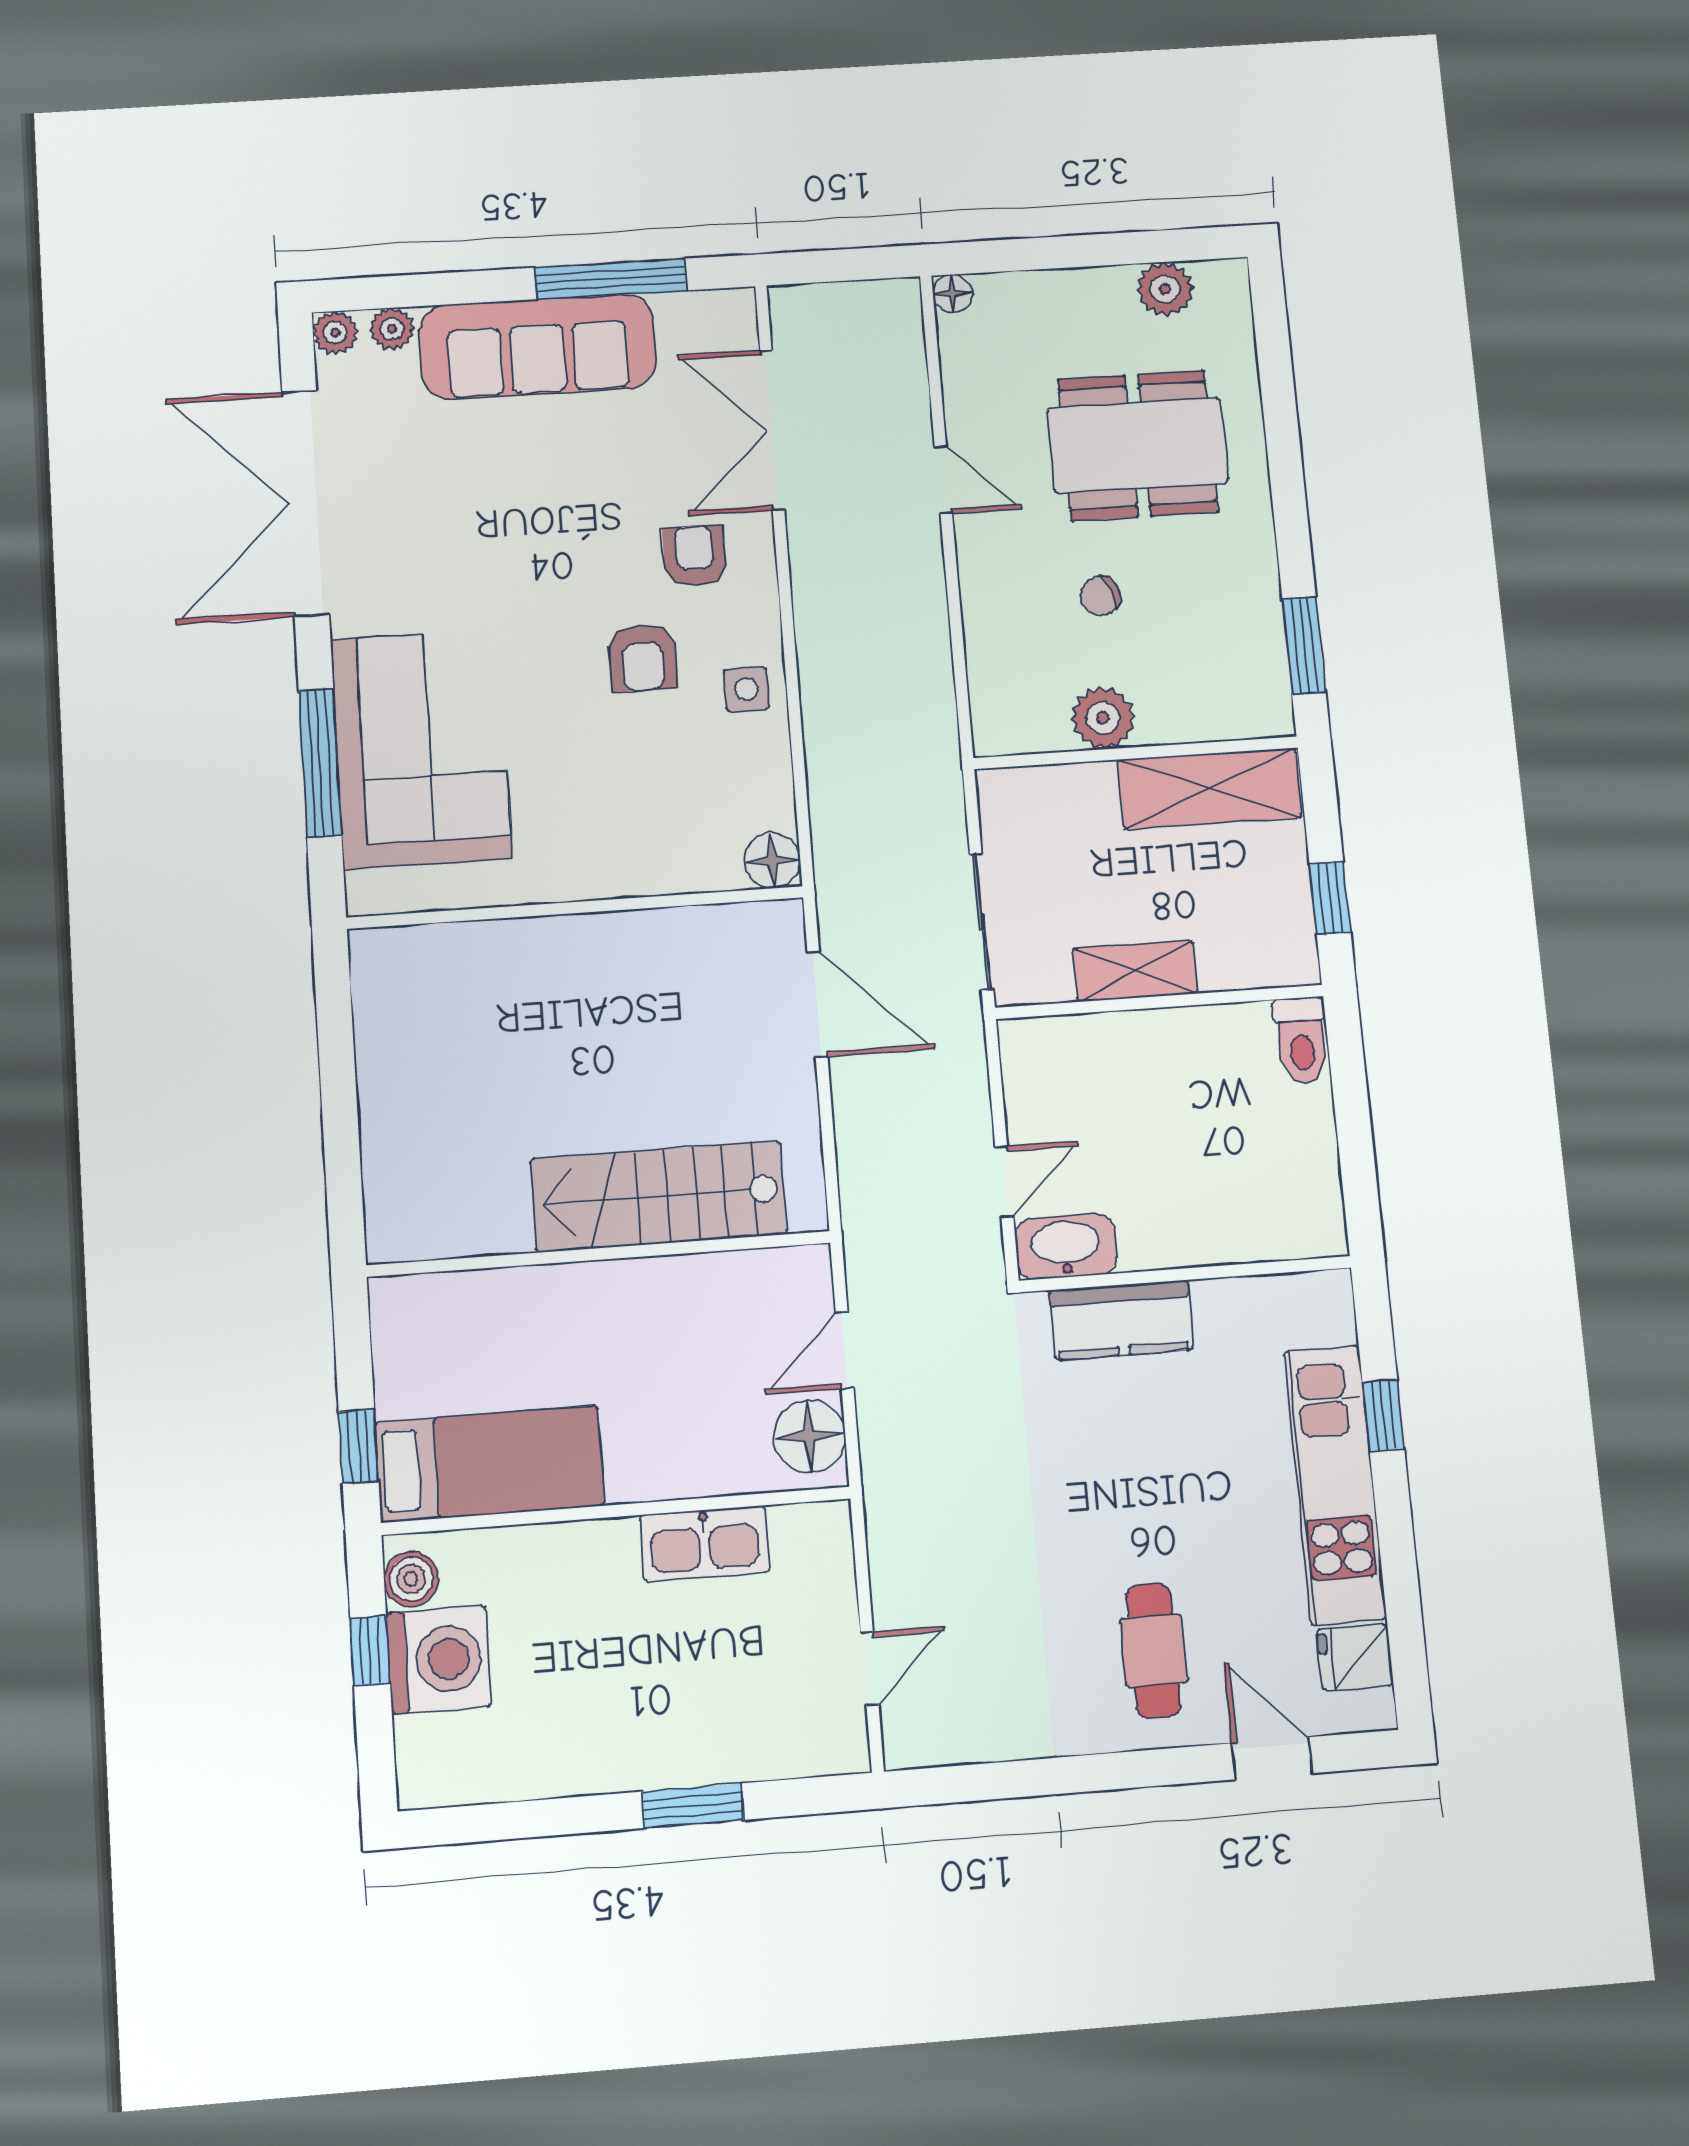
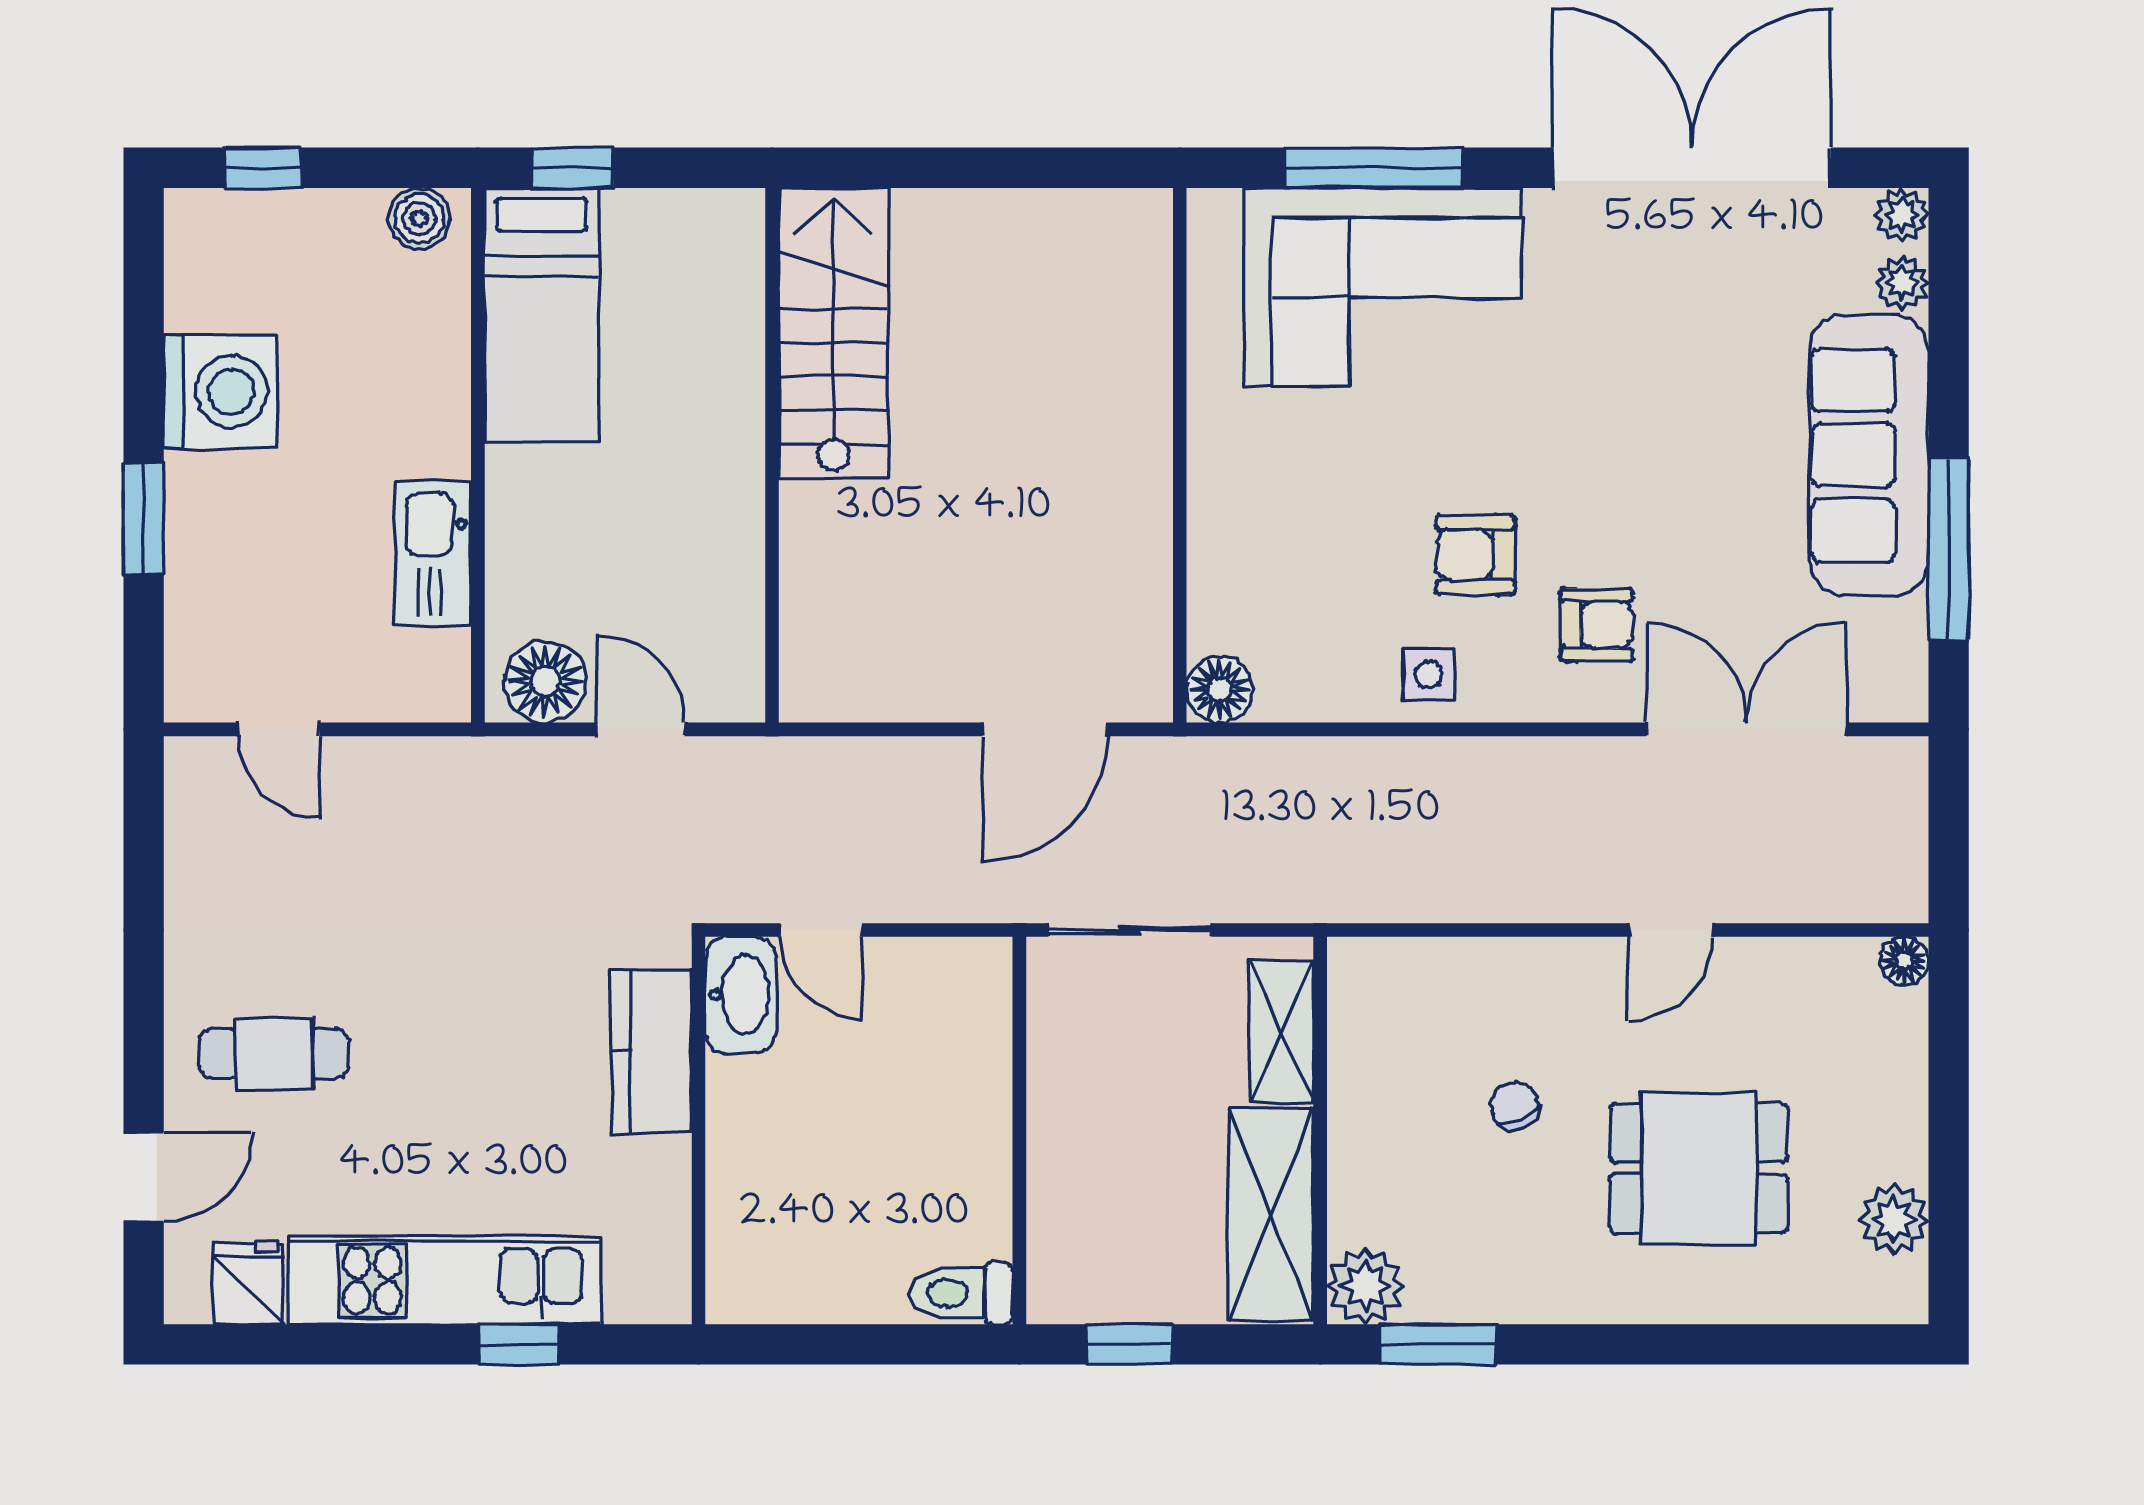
dining table: (1138, 446) -> (1699, 1168), width x0.73
plant: (1103, 718) -> (1365, 1286), moved
shelving: (1135, 971) -> (1281, 1031), moved
stairs: (659, 1196) -> (833, 333), moved
window: (370, 1650) -> (263, 168), moved
washing machine: (439, 1660) -> (220, 392), moved, turned -90

